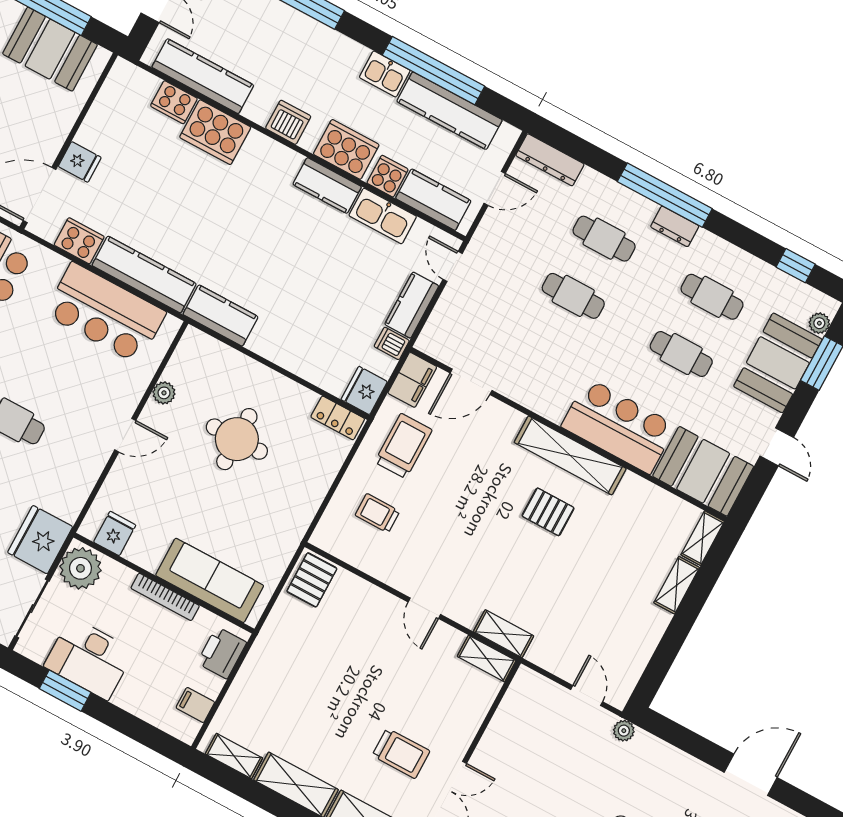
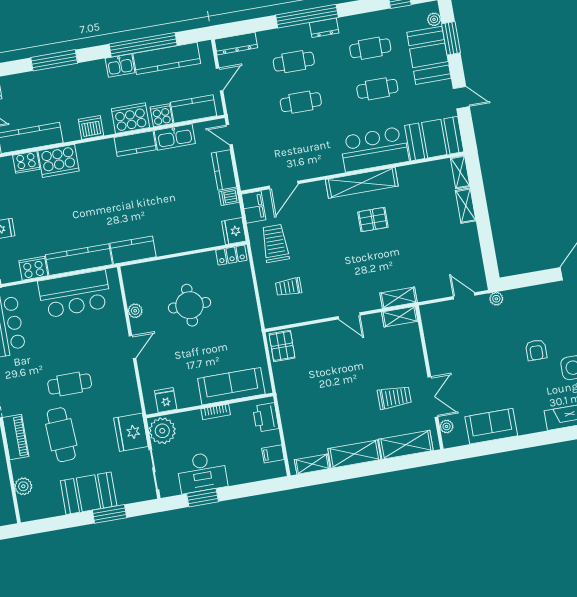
bookcase: (165, 597) -> (216, 412), width x0.64

